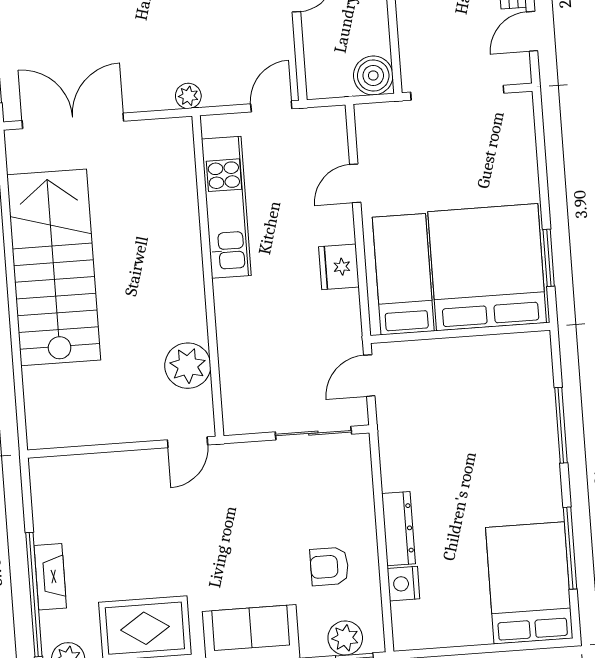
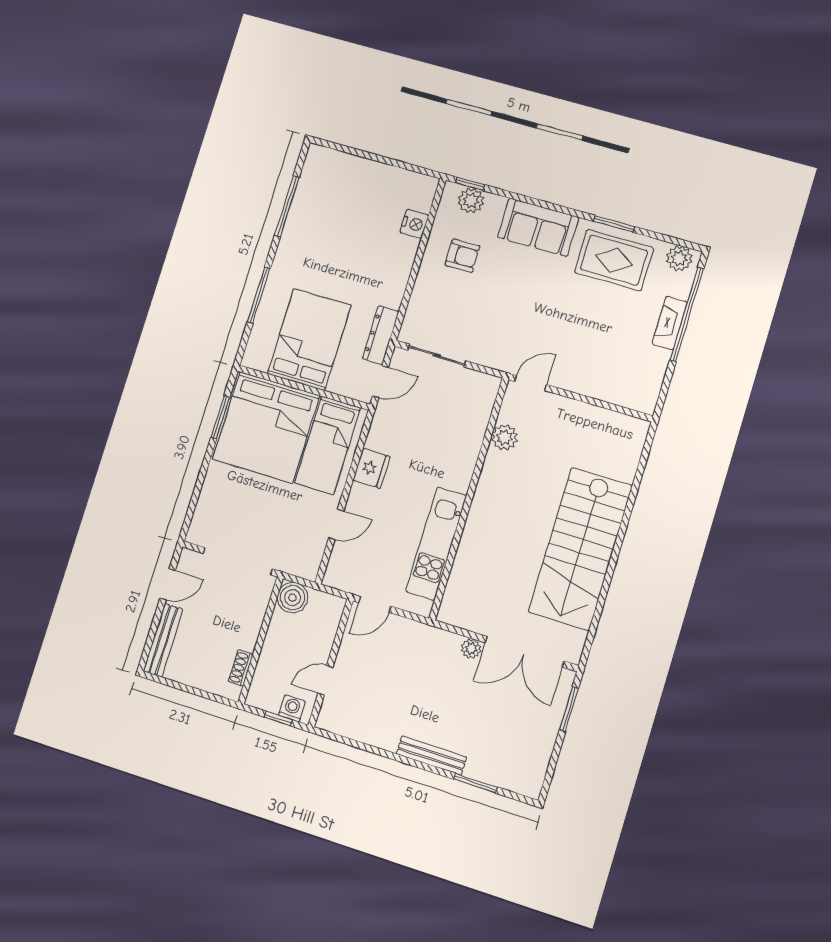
plant: (188, 96) -> (471, 649), moved
plant: (188, 366) -> (504, 437), width x0.73, depth x0.73
dresser: (398, 529) -> (380, 335), moved
bed: (529, 583) -> (309, 339), moved, turned 180

